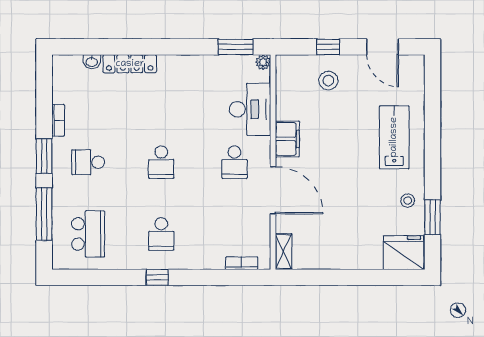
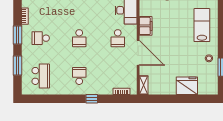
window: (44, 214) -> (18, 66), width x0.69
school desk: (161, 234) -> (79, 76), turned 180
fridge: (403, 253) -> (187, 86), moved
window: (157, 277) -> (92, 99), moved

